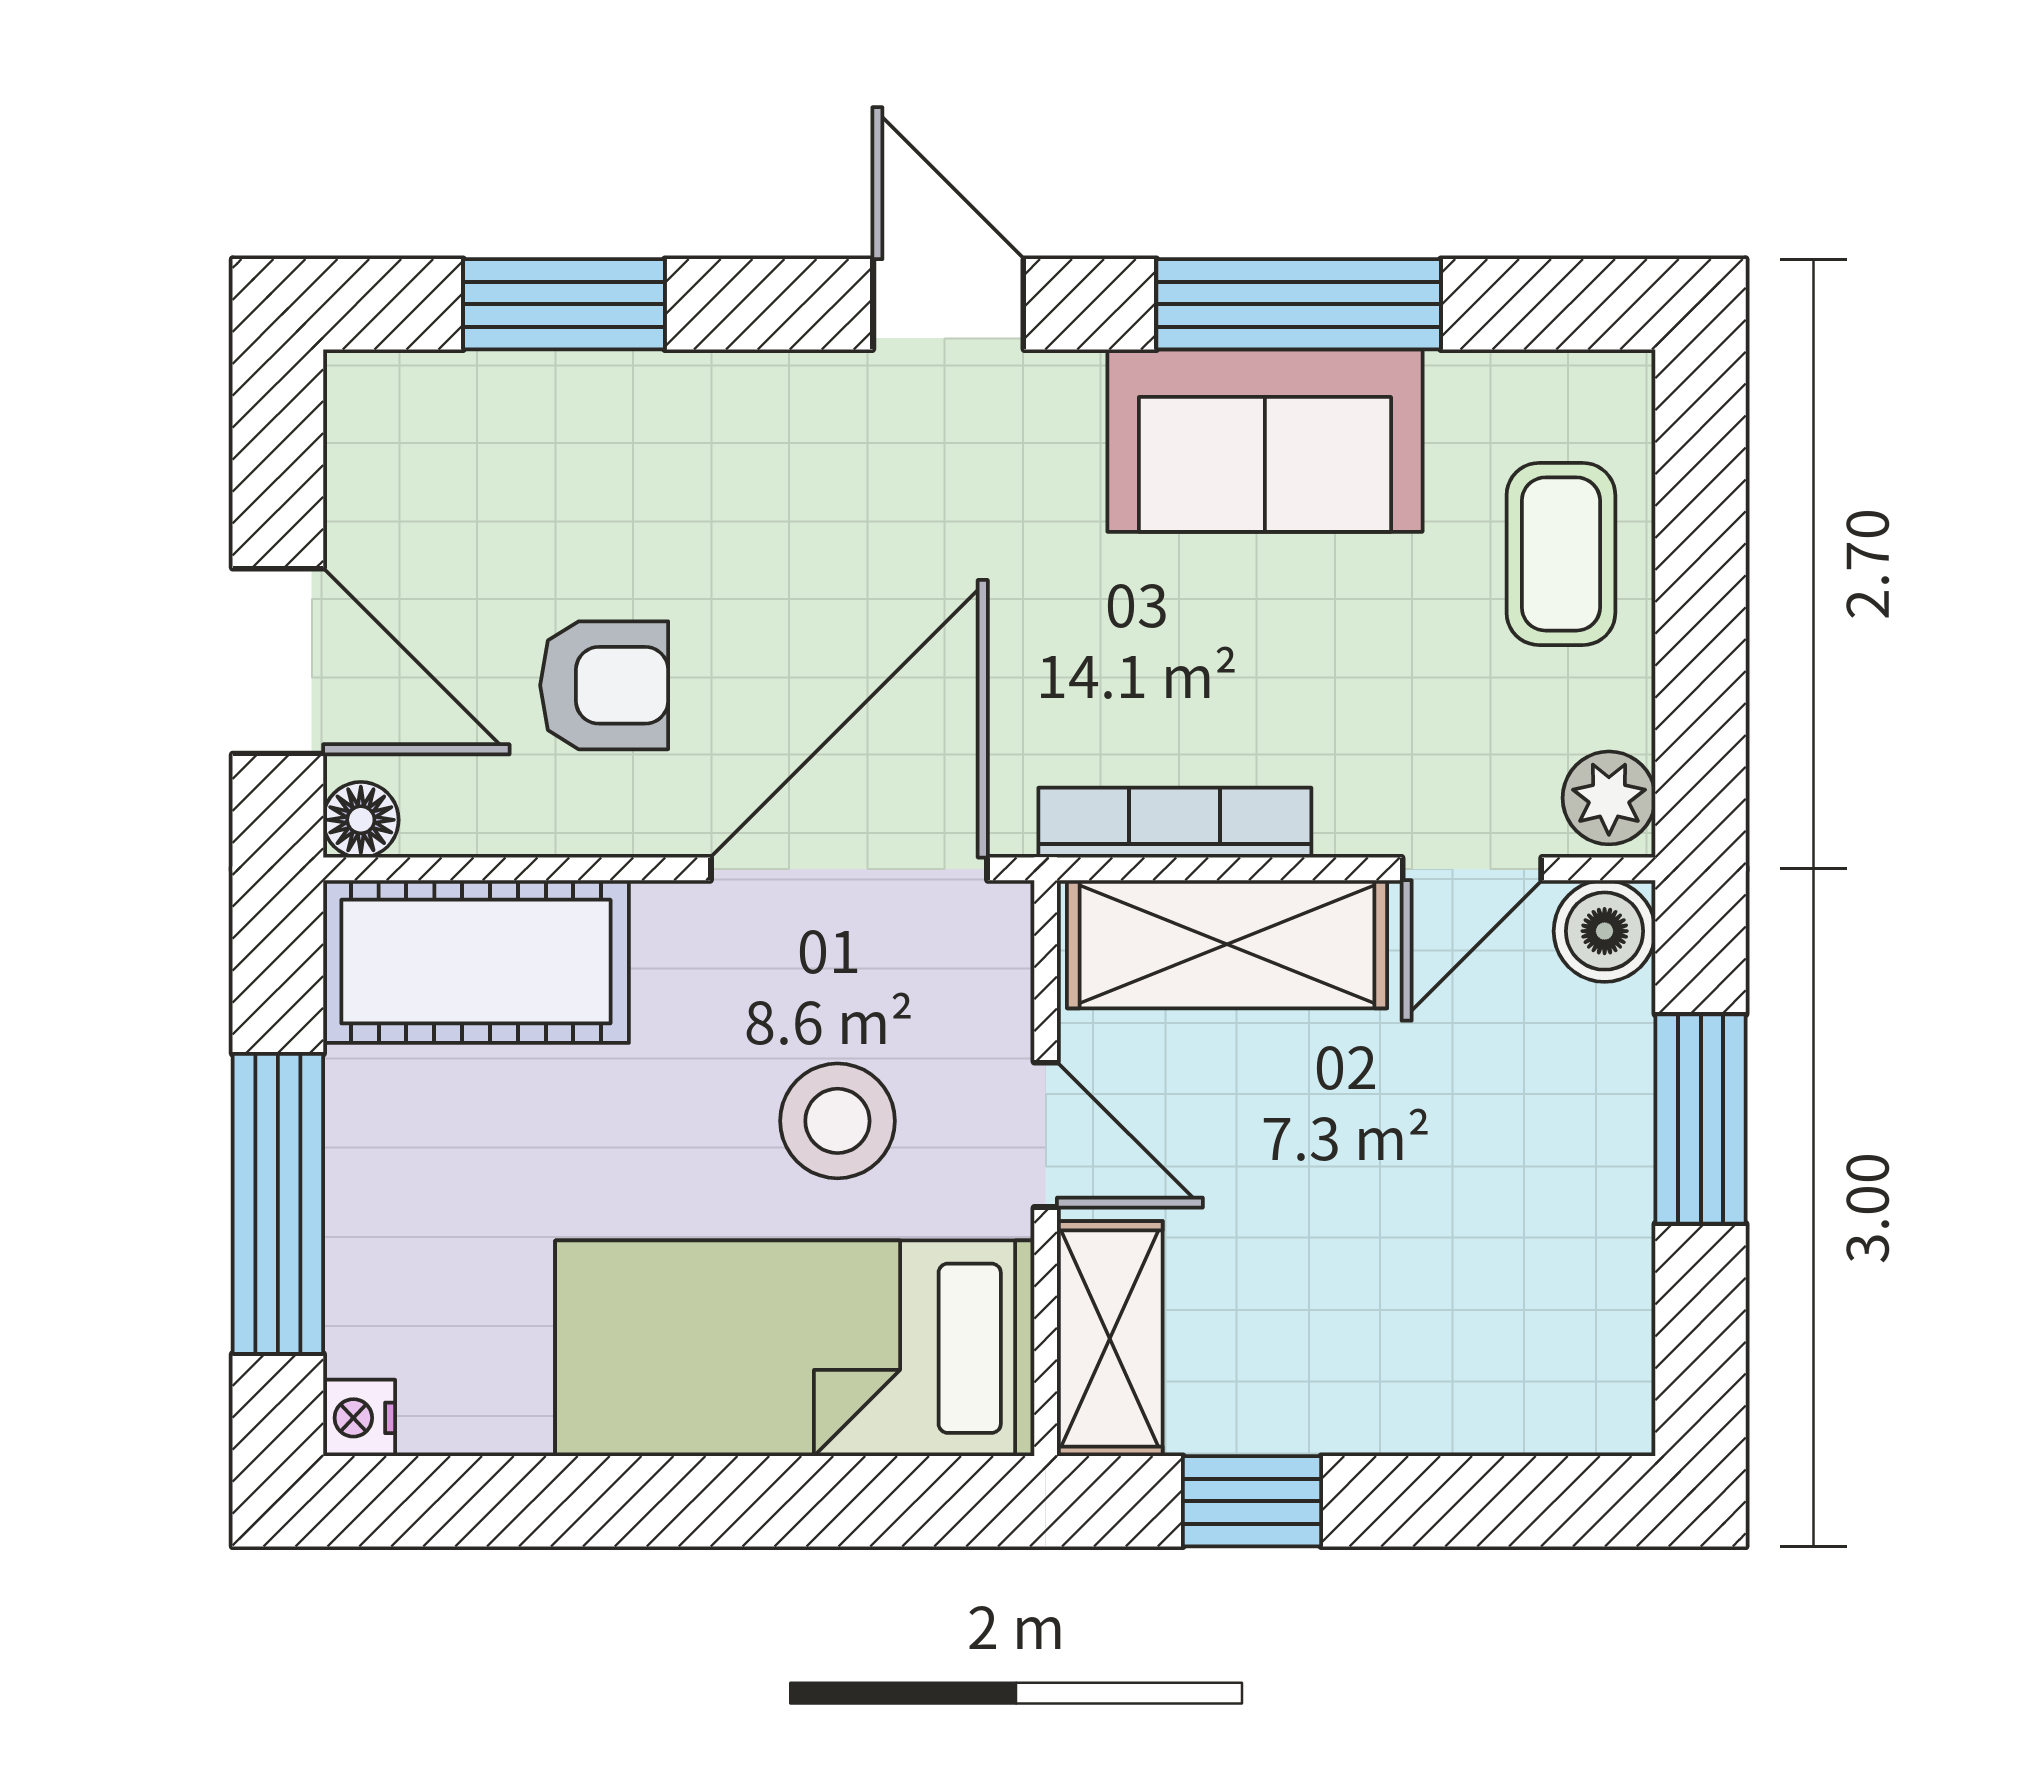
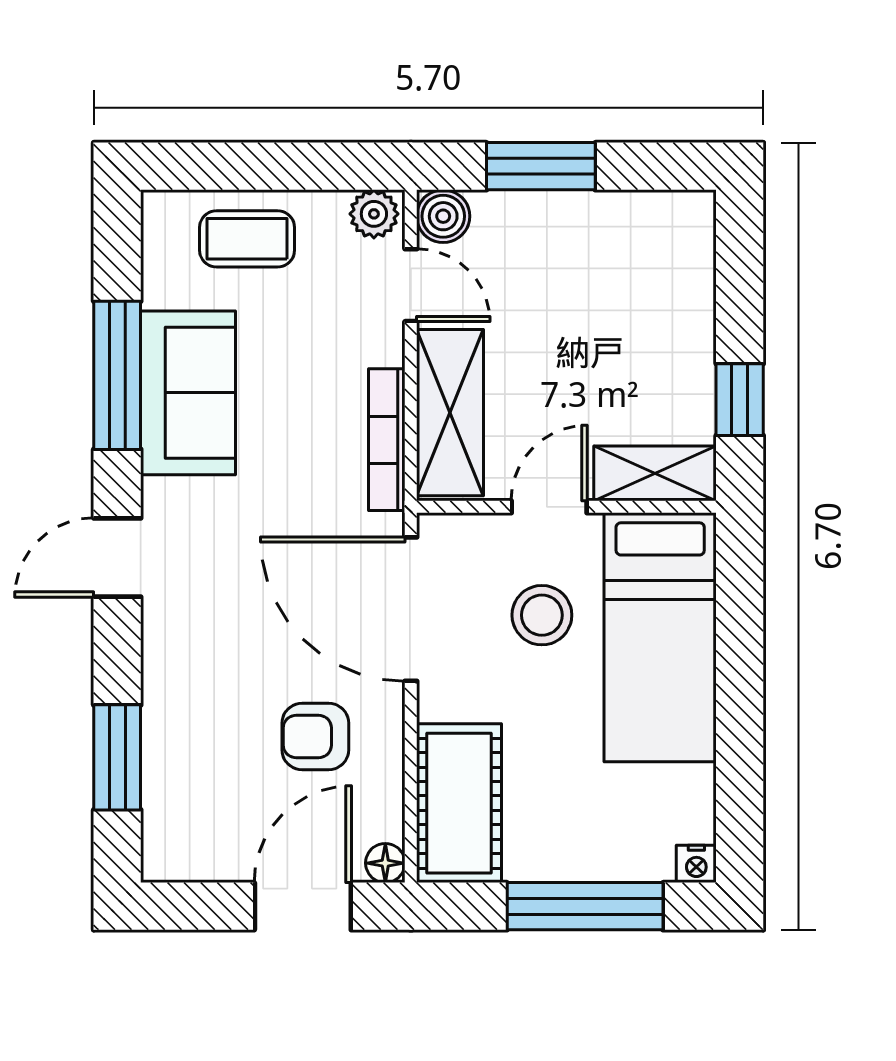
armchair: (604, 685) -> (315, 737), turned -90

